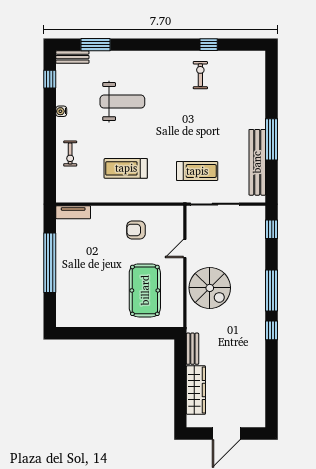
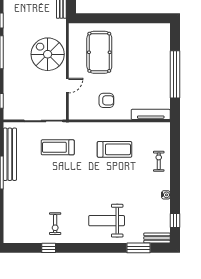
weight bench: (122, 102) -> (107, 221), moved
tv unit: (73, 212) -> (151, 114), width x1.41

